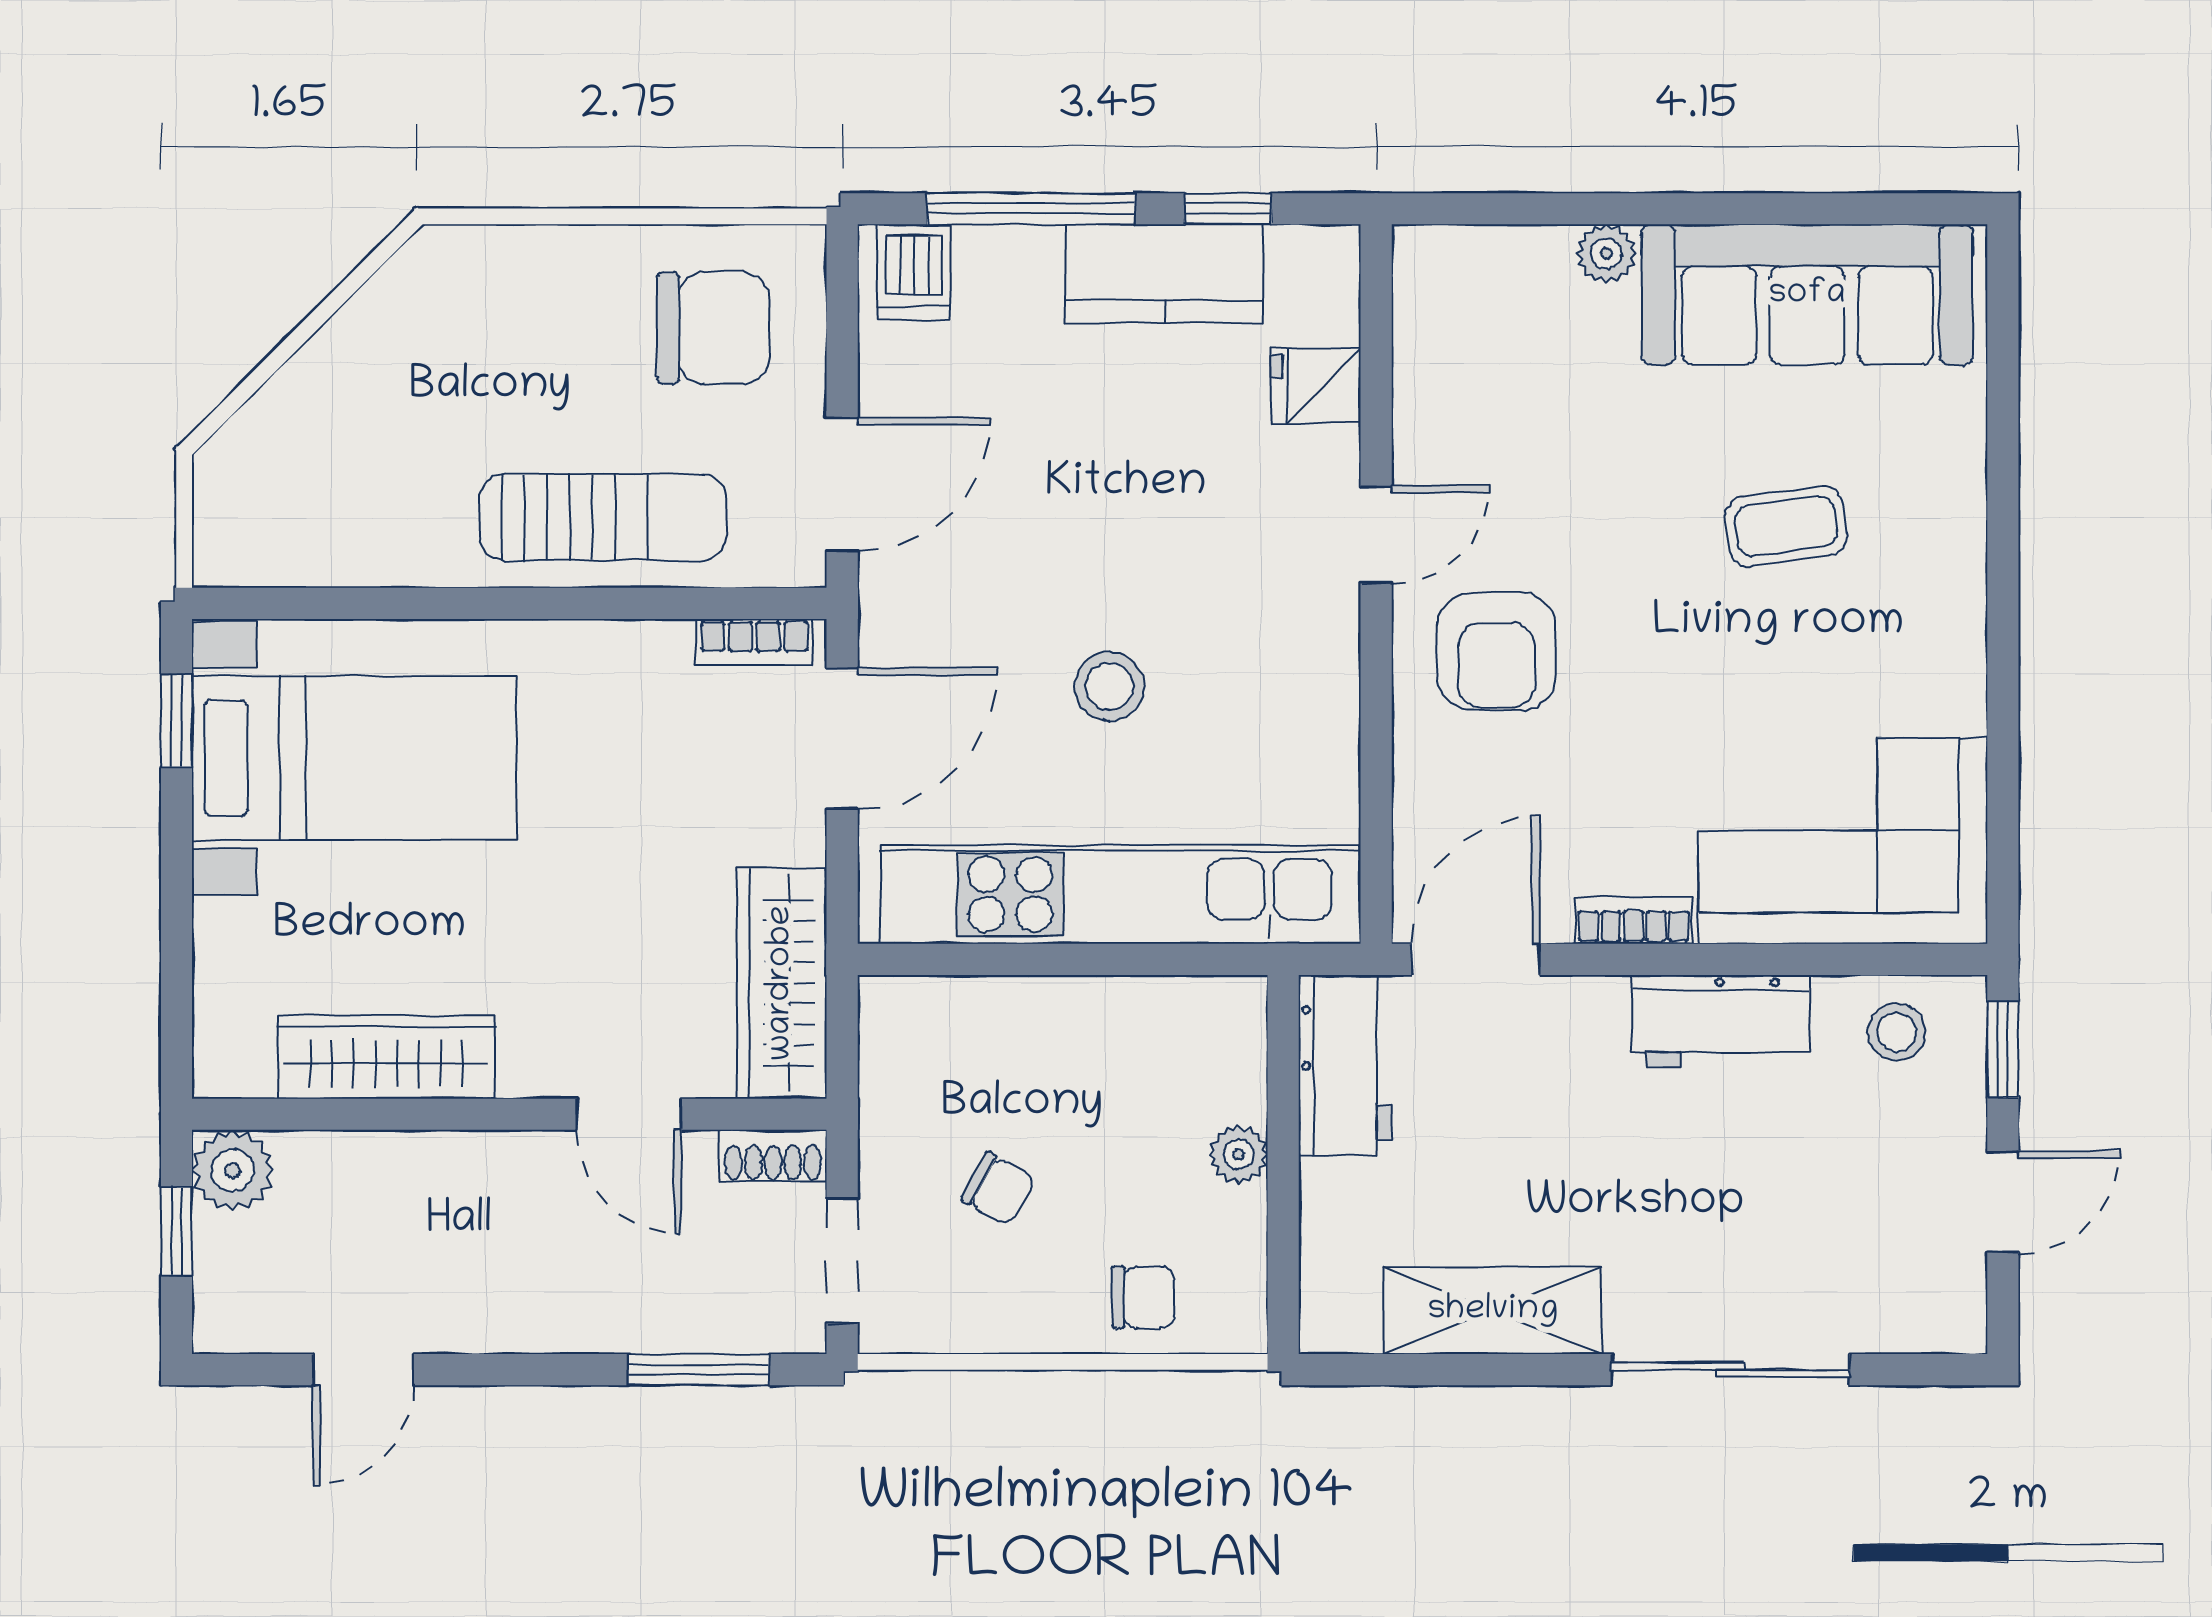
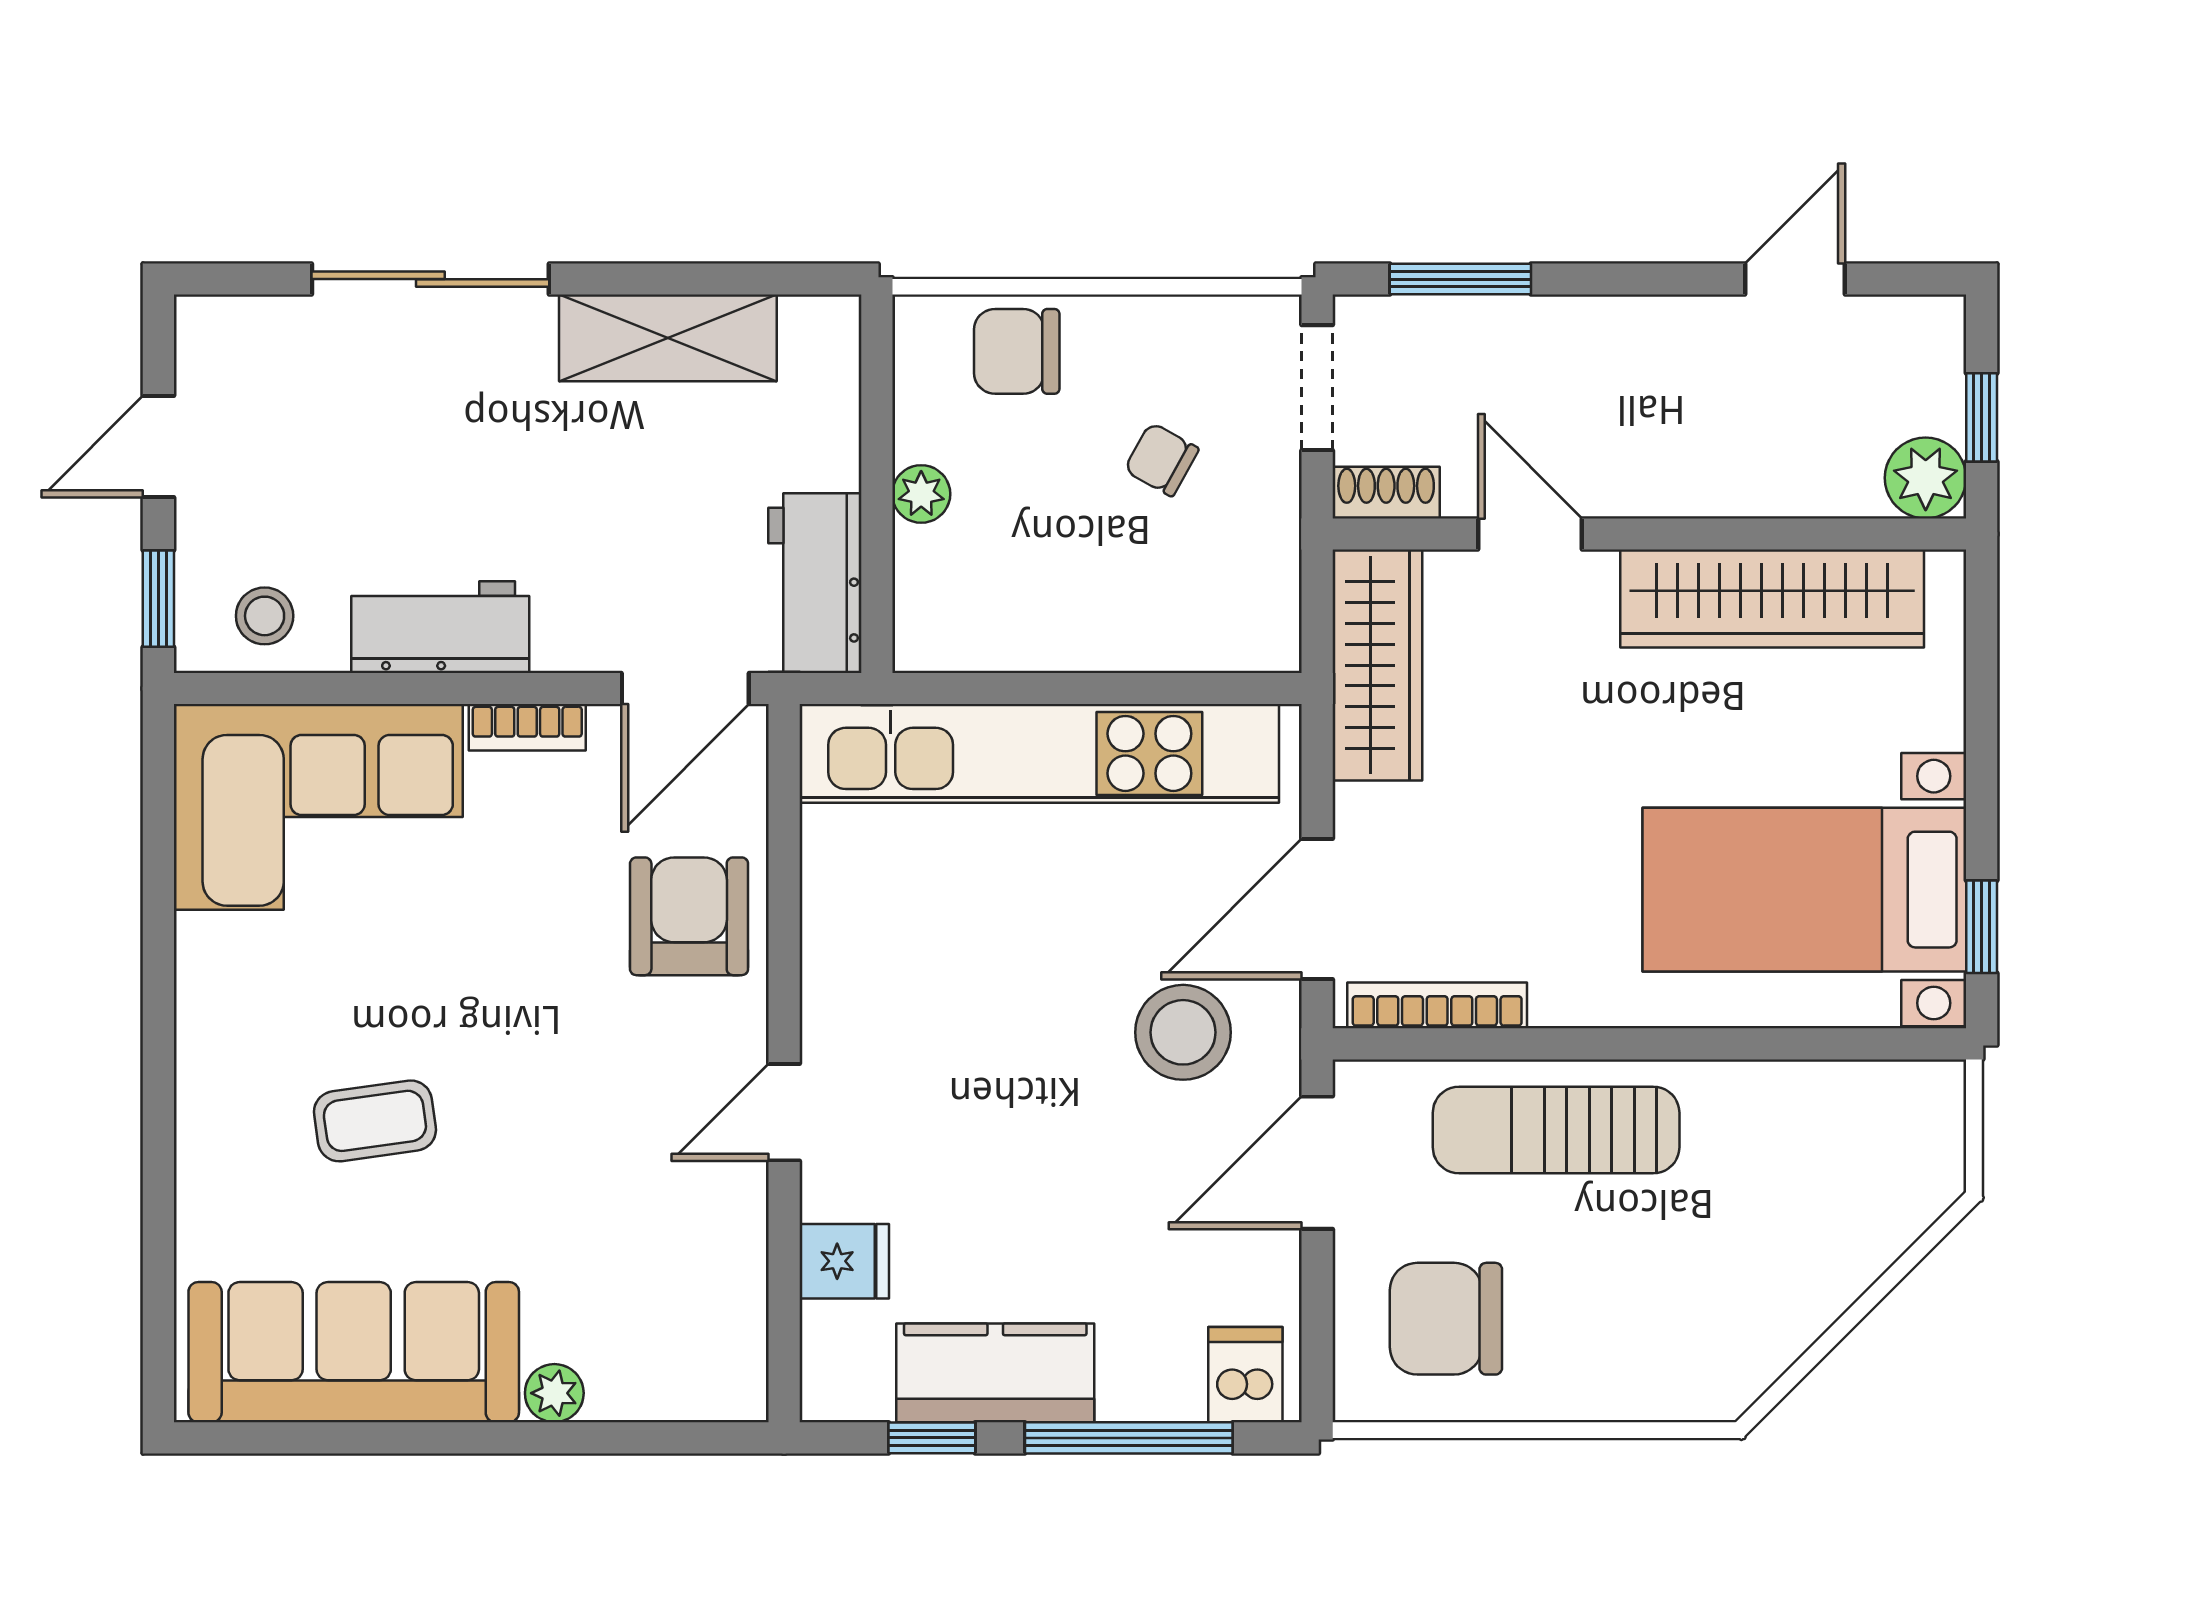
bookcase: (754, 642) -> (1437, 1005), width x1.56
armchair: (1496, 651) -> (689, 916), moved
stool: (1109, 686) -> (1183, 1032), moved, width x1.38, depth x1.38
wardrobe: (386, 1057) -> (1772, 599), width x1.40, depth x1.17
chair: (1143, 1297) -> (1017, 351), width x1.37, depth x1.37

